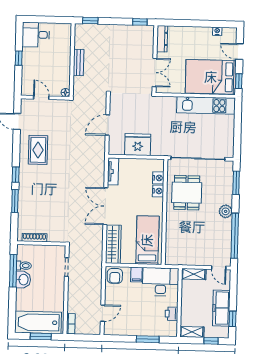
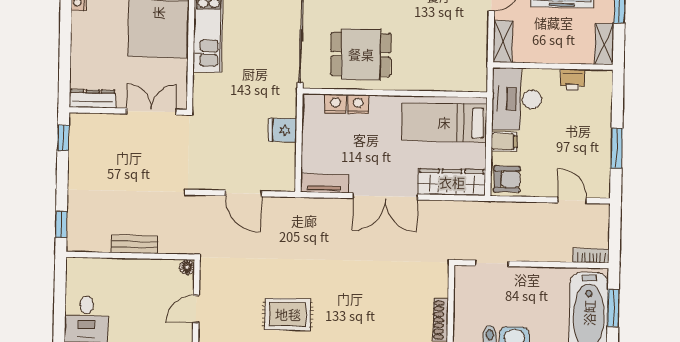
fridge: (138, 145) -> (282, 130), width x0.53, depth x0.75
window: (148, 339) -> (617, 148), moved

